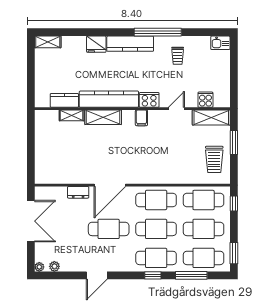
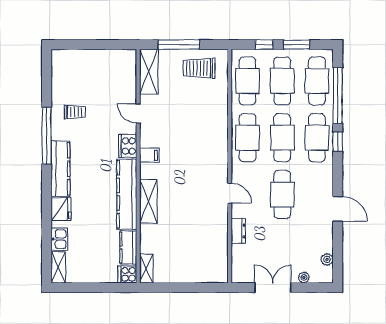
kitchen sink: (220, 43) -> (59, 239), moved
cooker: (205, 100) -> (127, 274), moved
shelving: (72, 115) -> (146, 268), moved
window: (234, 143) -> (179, 45), width x1.44
trolley: (214, 159) -> (199, 68), turned 180
door: (110, 185) -> (230, 193), width x0.53
window: (234, 204) -> (264, 45), moved
double door: (31, 221) -> (273, 288), width x0.73
window: (234, 253) -> (297, 45), moved
plant: (39, 267) -> (304, 277), moved
window: (191, 275) -> (338, 96), width x1.46

